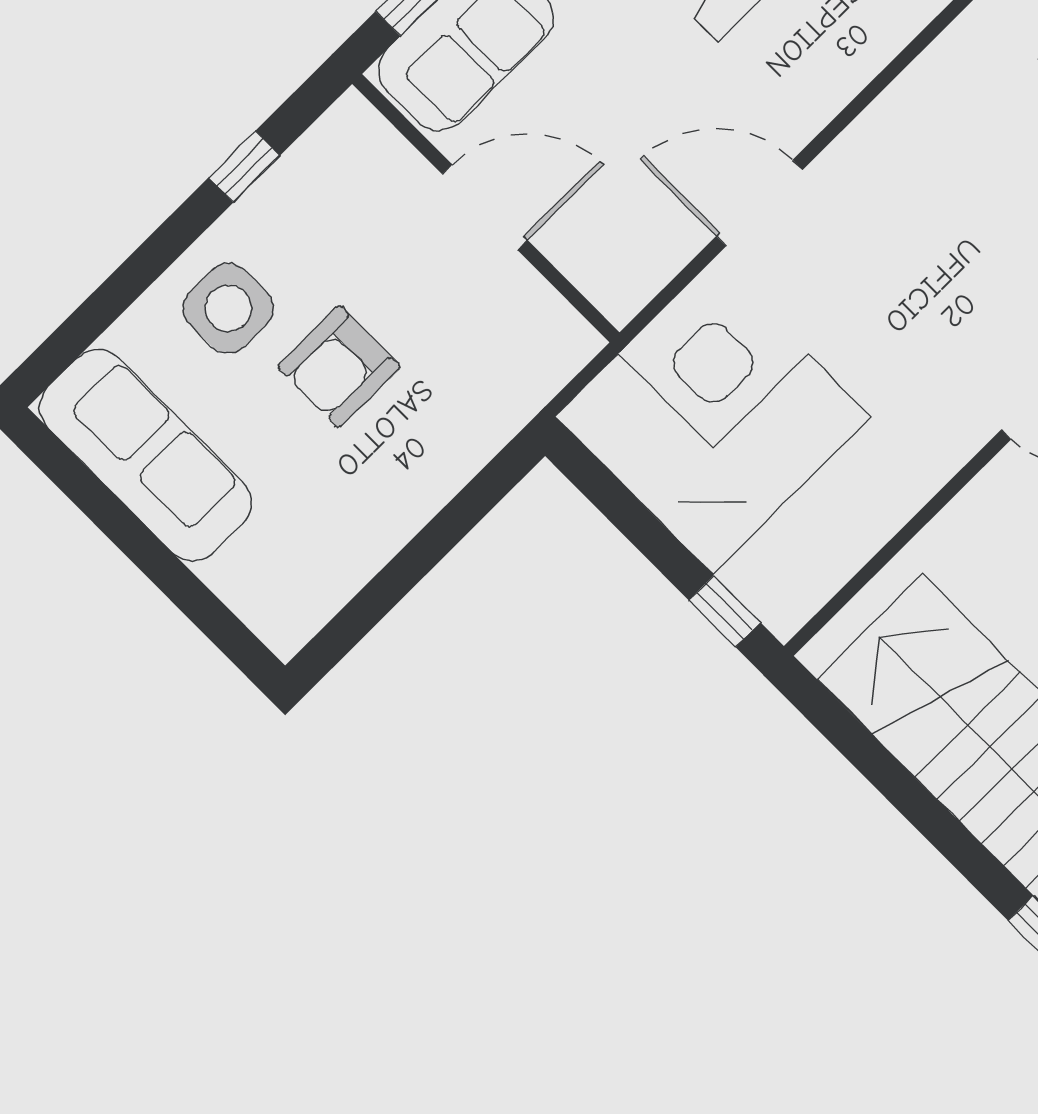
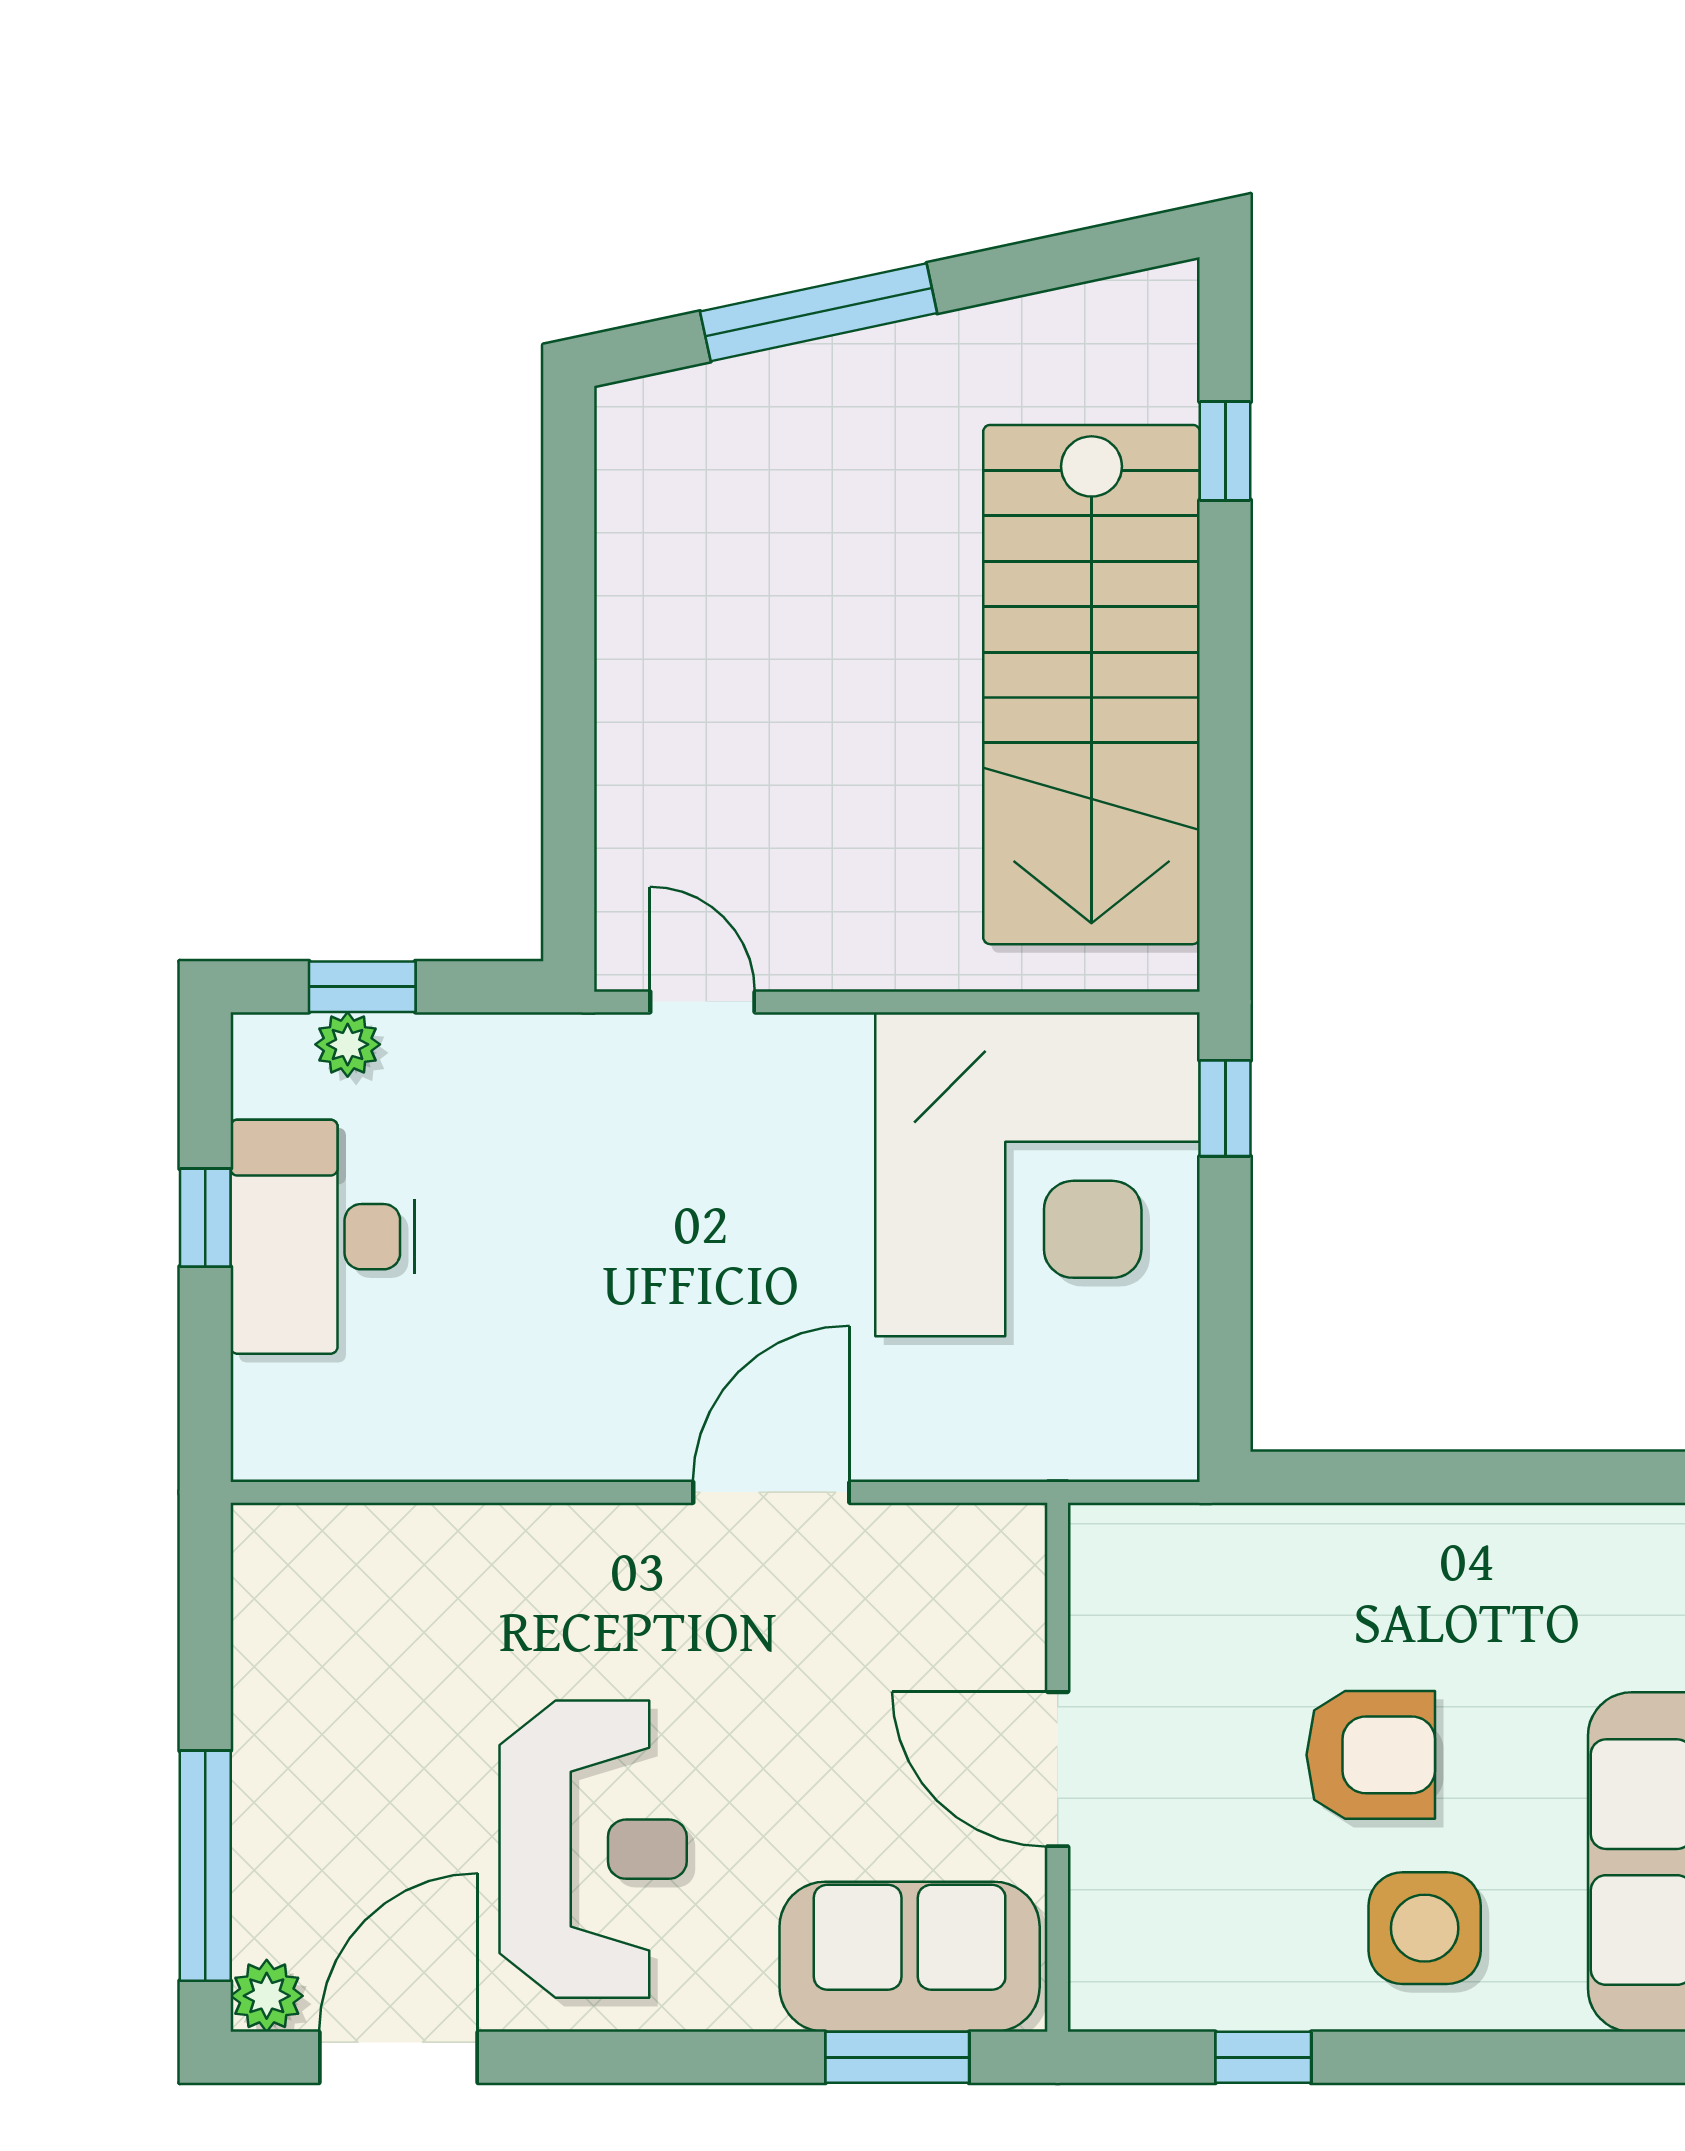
door: (759, 203) -> (771, 1492), swing flipped
corner desk: (713, 417) -> (1038, 1174), moved, turned -90

